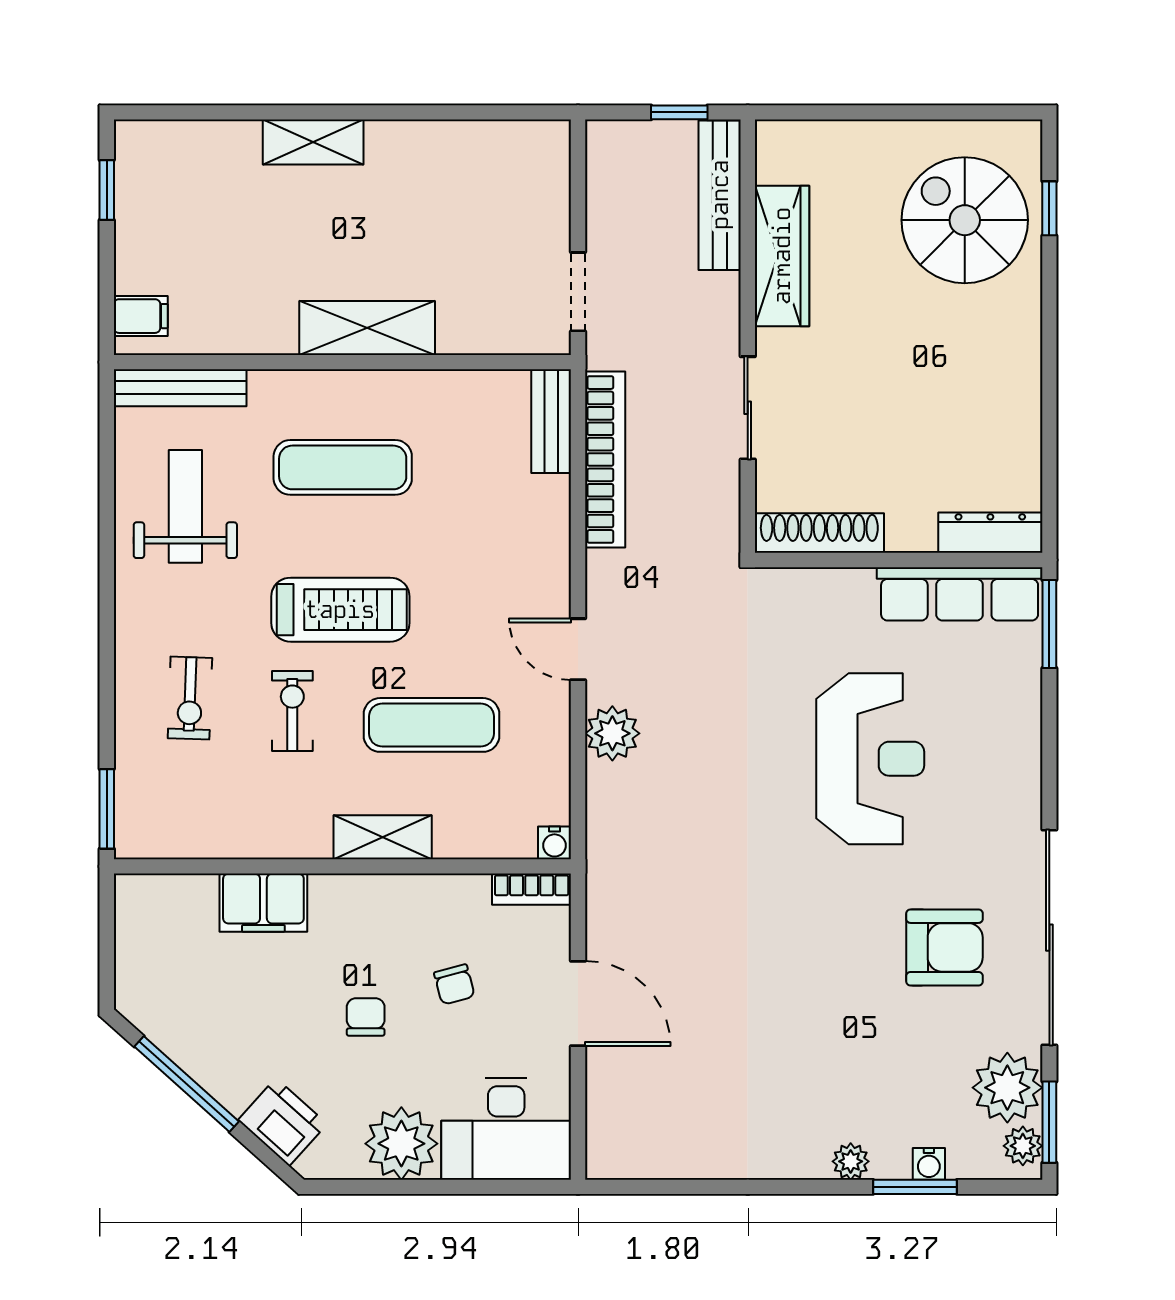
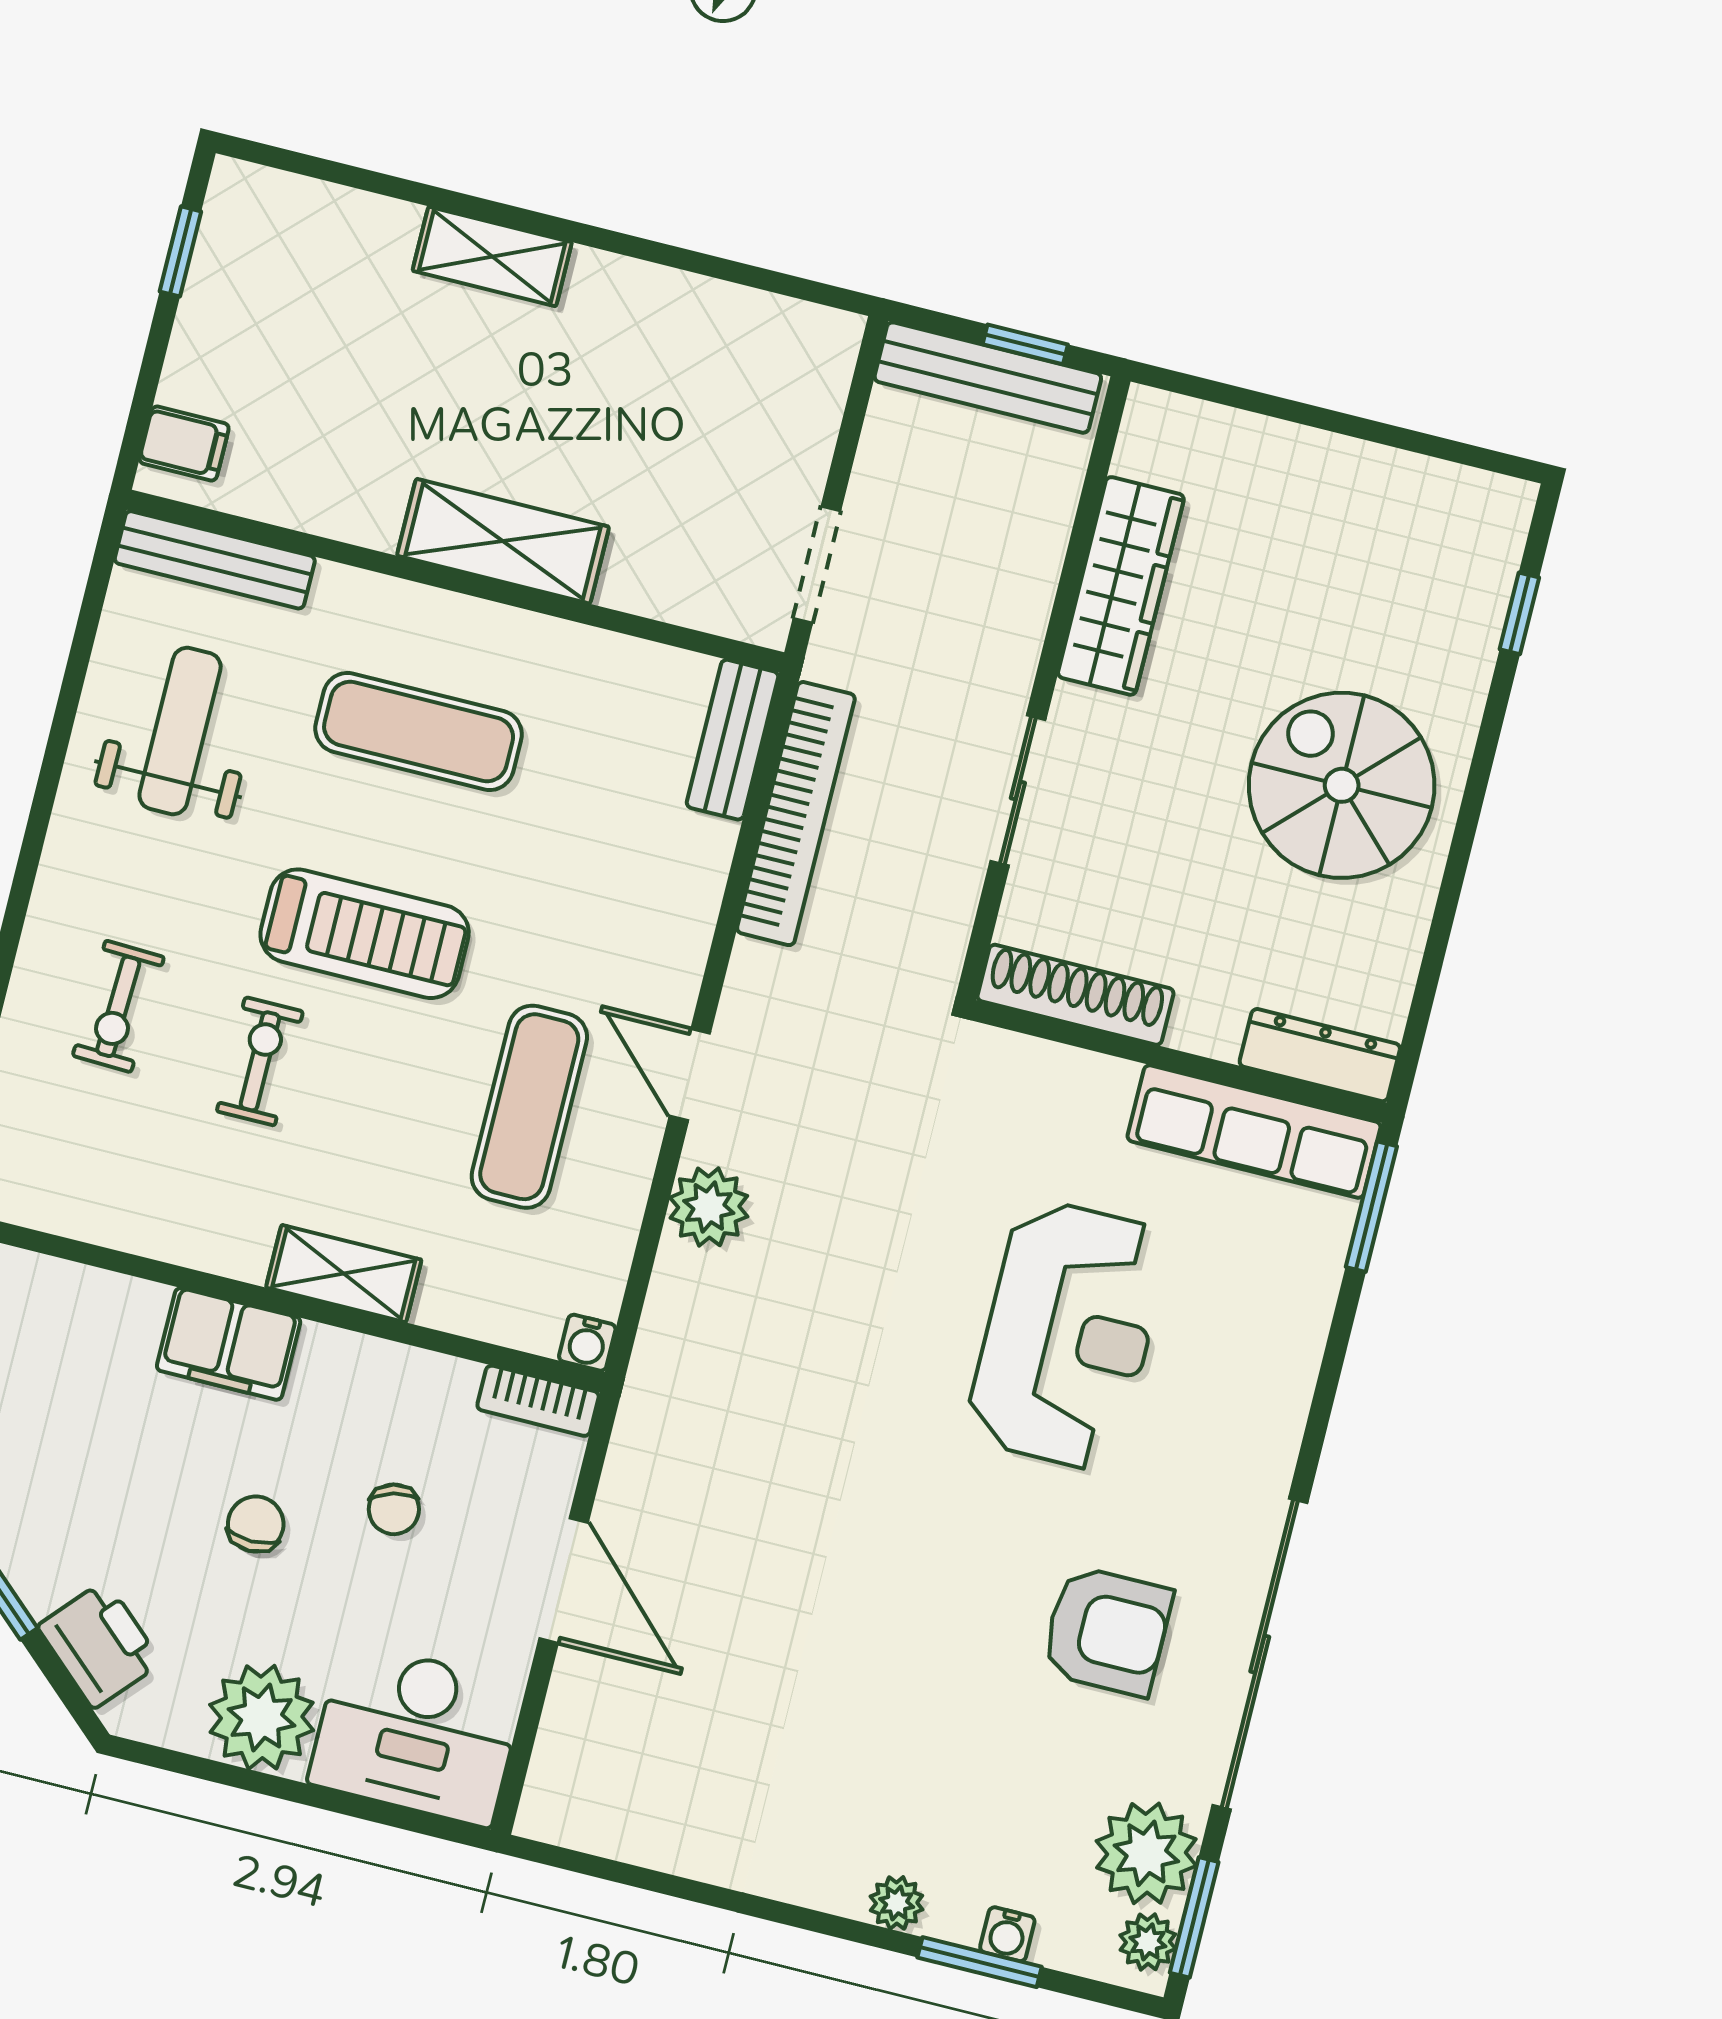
bench: (720, 195) -> (988, 378), moved, turned 90
spiral stairs: (965, 220) -> (1342, 785), moved
exercise mat: (432, 725) -> (529, 1107), moved, turned 90
filing cabinet: (263, 903) -> (229, 1344), moved

